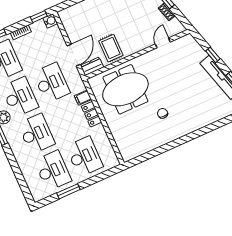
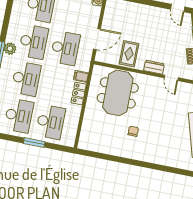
door: (163, 43) -> (171, 78), swing flipped
dresser: (92, 66) -> (154, 67), moved
meeting table: (125, 89) -> (118, 93), turned 90
window: (68, 191) -> (34, 143), moved

